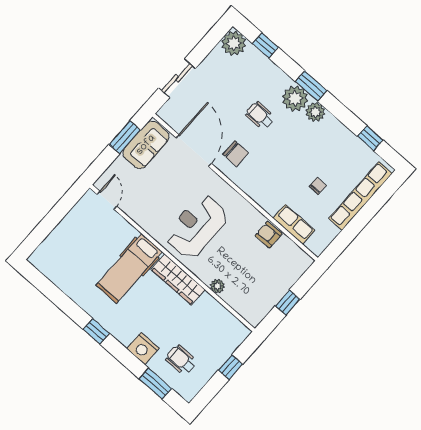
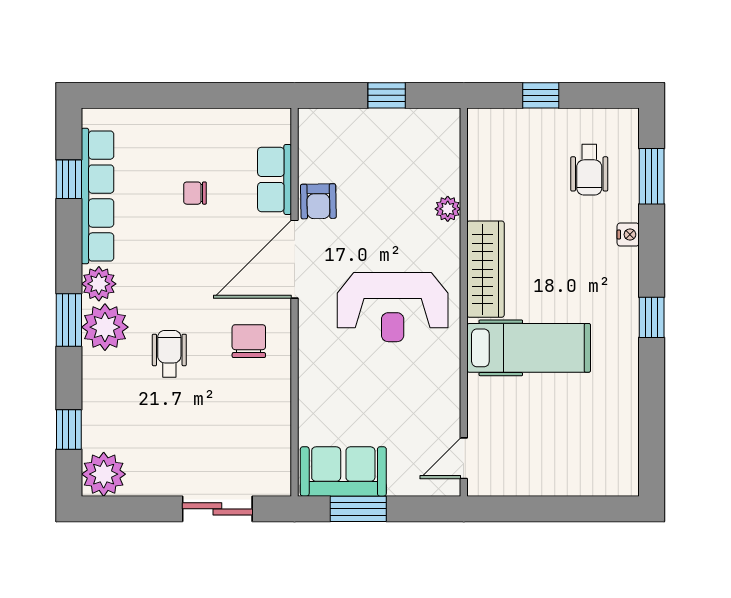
wheelchair: (260, 116) -> (169, 354), turned 180
door: (194, 151) -> (295, 259), moved
row of seats: (361, 196) -> (98, 196), moved, turned -90
nightstand: (143, 349) -> (628, 235), width x0.53, depth x0.56

